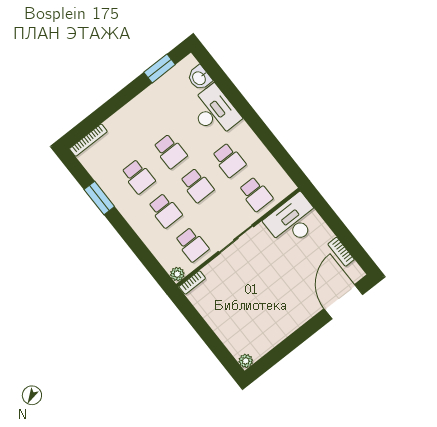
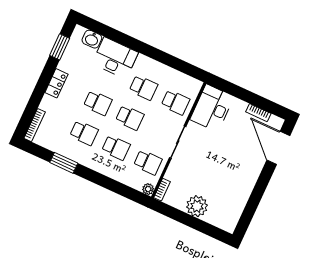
locker: (136, 107) -> (56, 83), added
plant: (246, 361) -> (197, 206), moved, width x1.87, depth x1.87

